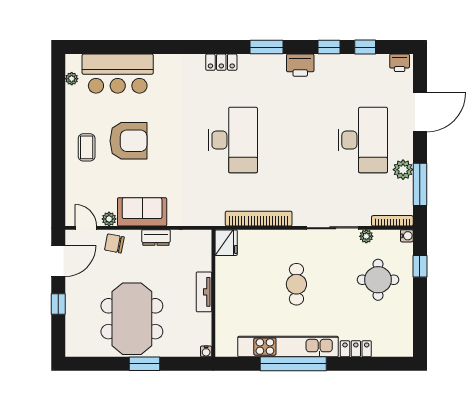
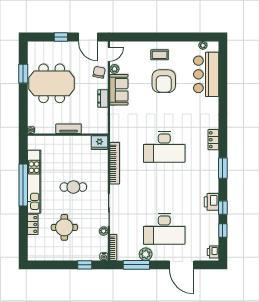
printer: (300, 65) -> (211, 202), moved
round table: (378, 280) -> (64, 227), moved
window: (145, 364) -> (23, 74), moved

